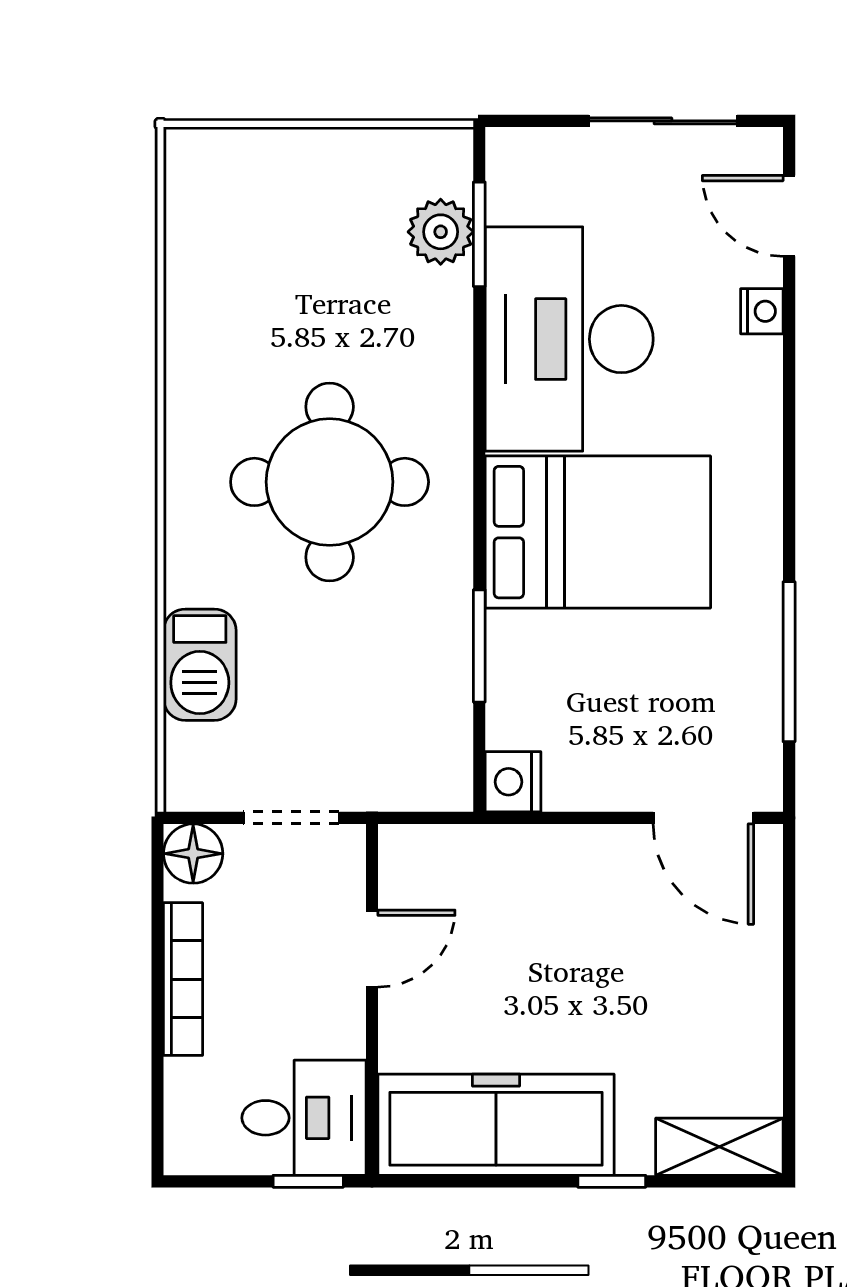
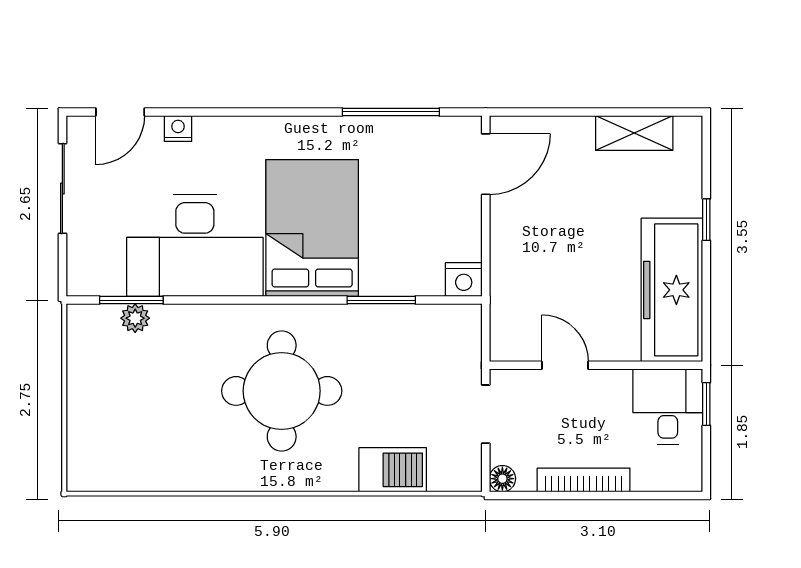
plant: (441, 232) -> (135, 318), width x0.73, depth x0.73
floor lamp: (193, 854) -> (502, 479), width x0.73, depth x0.73
shelving: (719, 1147) -> (634, 133), moved, turned 90

